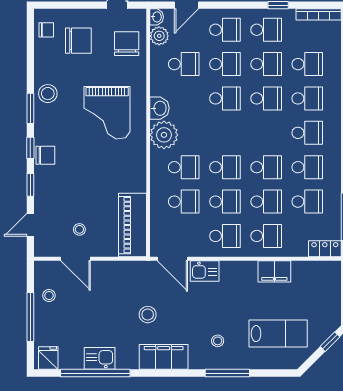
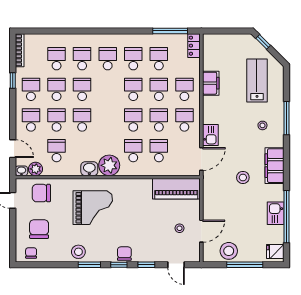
stool: (49, 296) -> (229, 251), width x1.89, depth x1.89

